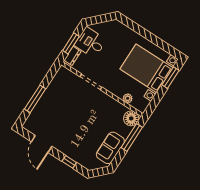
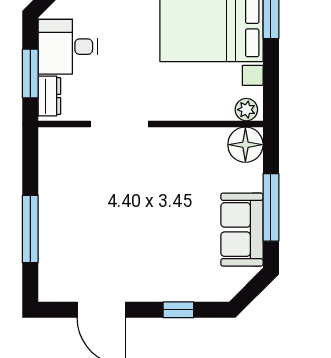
plant: (128, 98) -> (246, 110), moved
window: (132, 137) -> (271, 207), moved

